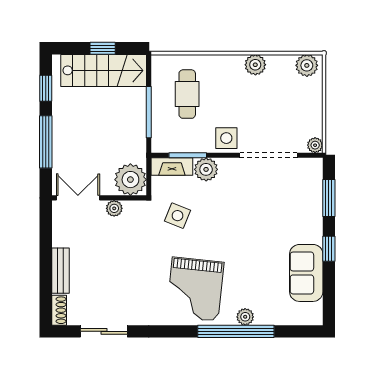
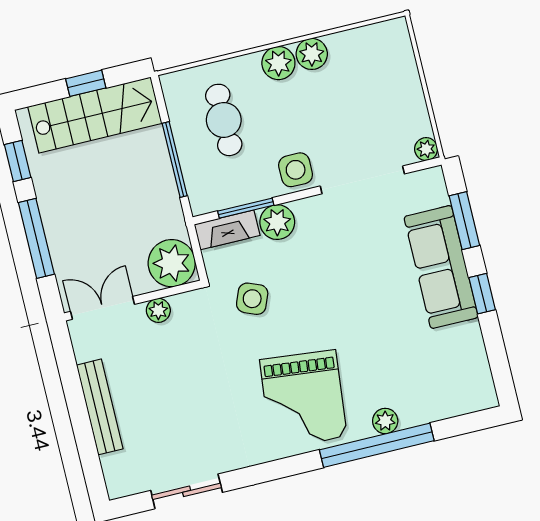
plant: (307, 65) -> (278, 63), moved
bench: (60, 271) -> (100, 407), width x1.36
sofa: (306, 273) -> (441, 267), moved, width x1.36
shoe rack: (59, 310) -> (114, 476), removed

